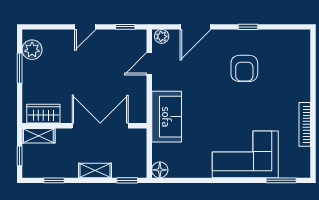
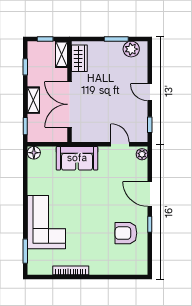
door: (196, 27) -> (150, 194), moved
armchair: (244, 68) -> (126, 233), moved
double door: (100, 126) -> (70, 104), swing flipped

